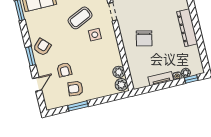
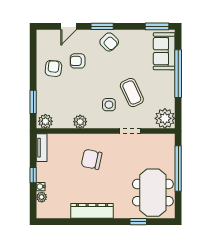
plant: (119, 72) -> (80, 122), moved
tv unit: (161, 79) -> (42, 148), moved
window: (191, 79) -> (33, 175), moved
door: (37, 84) -> (69, 26), hinge flipped
window: (78, 106) -> (33, 102), moved

